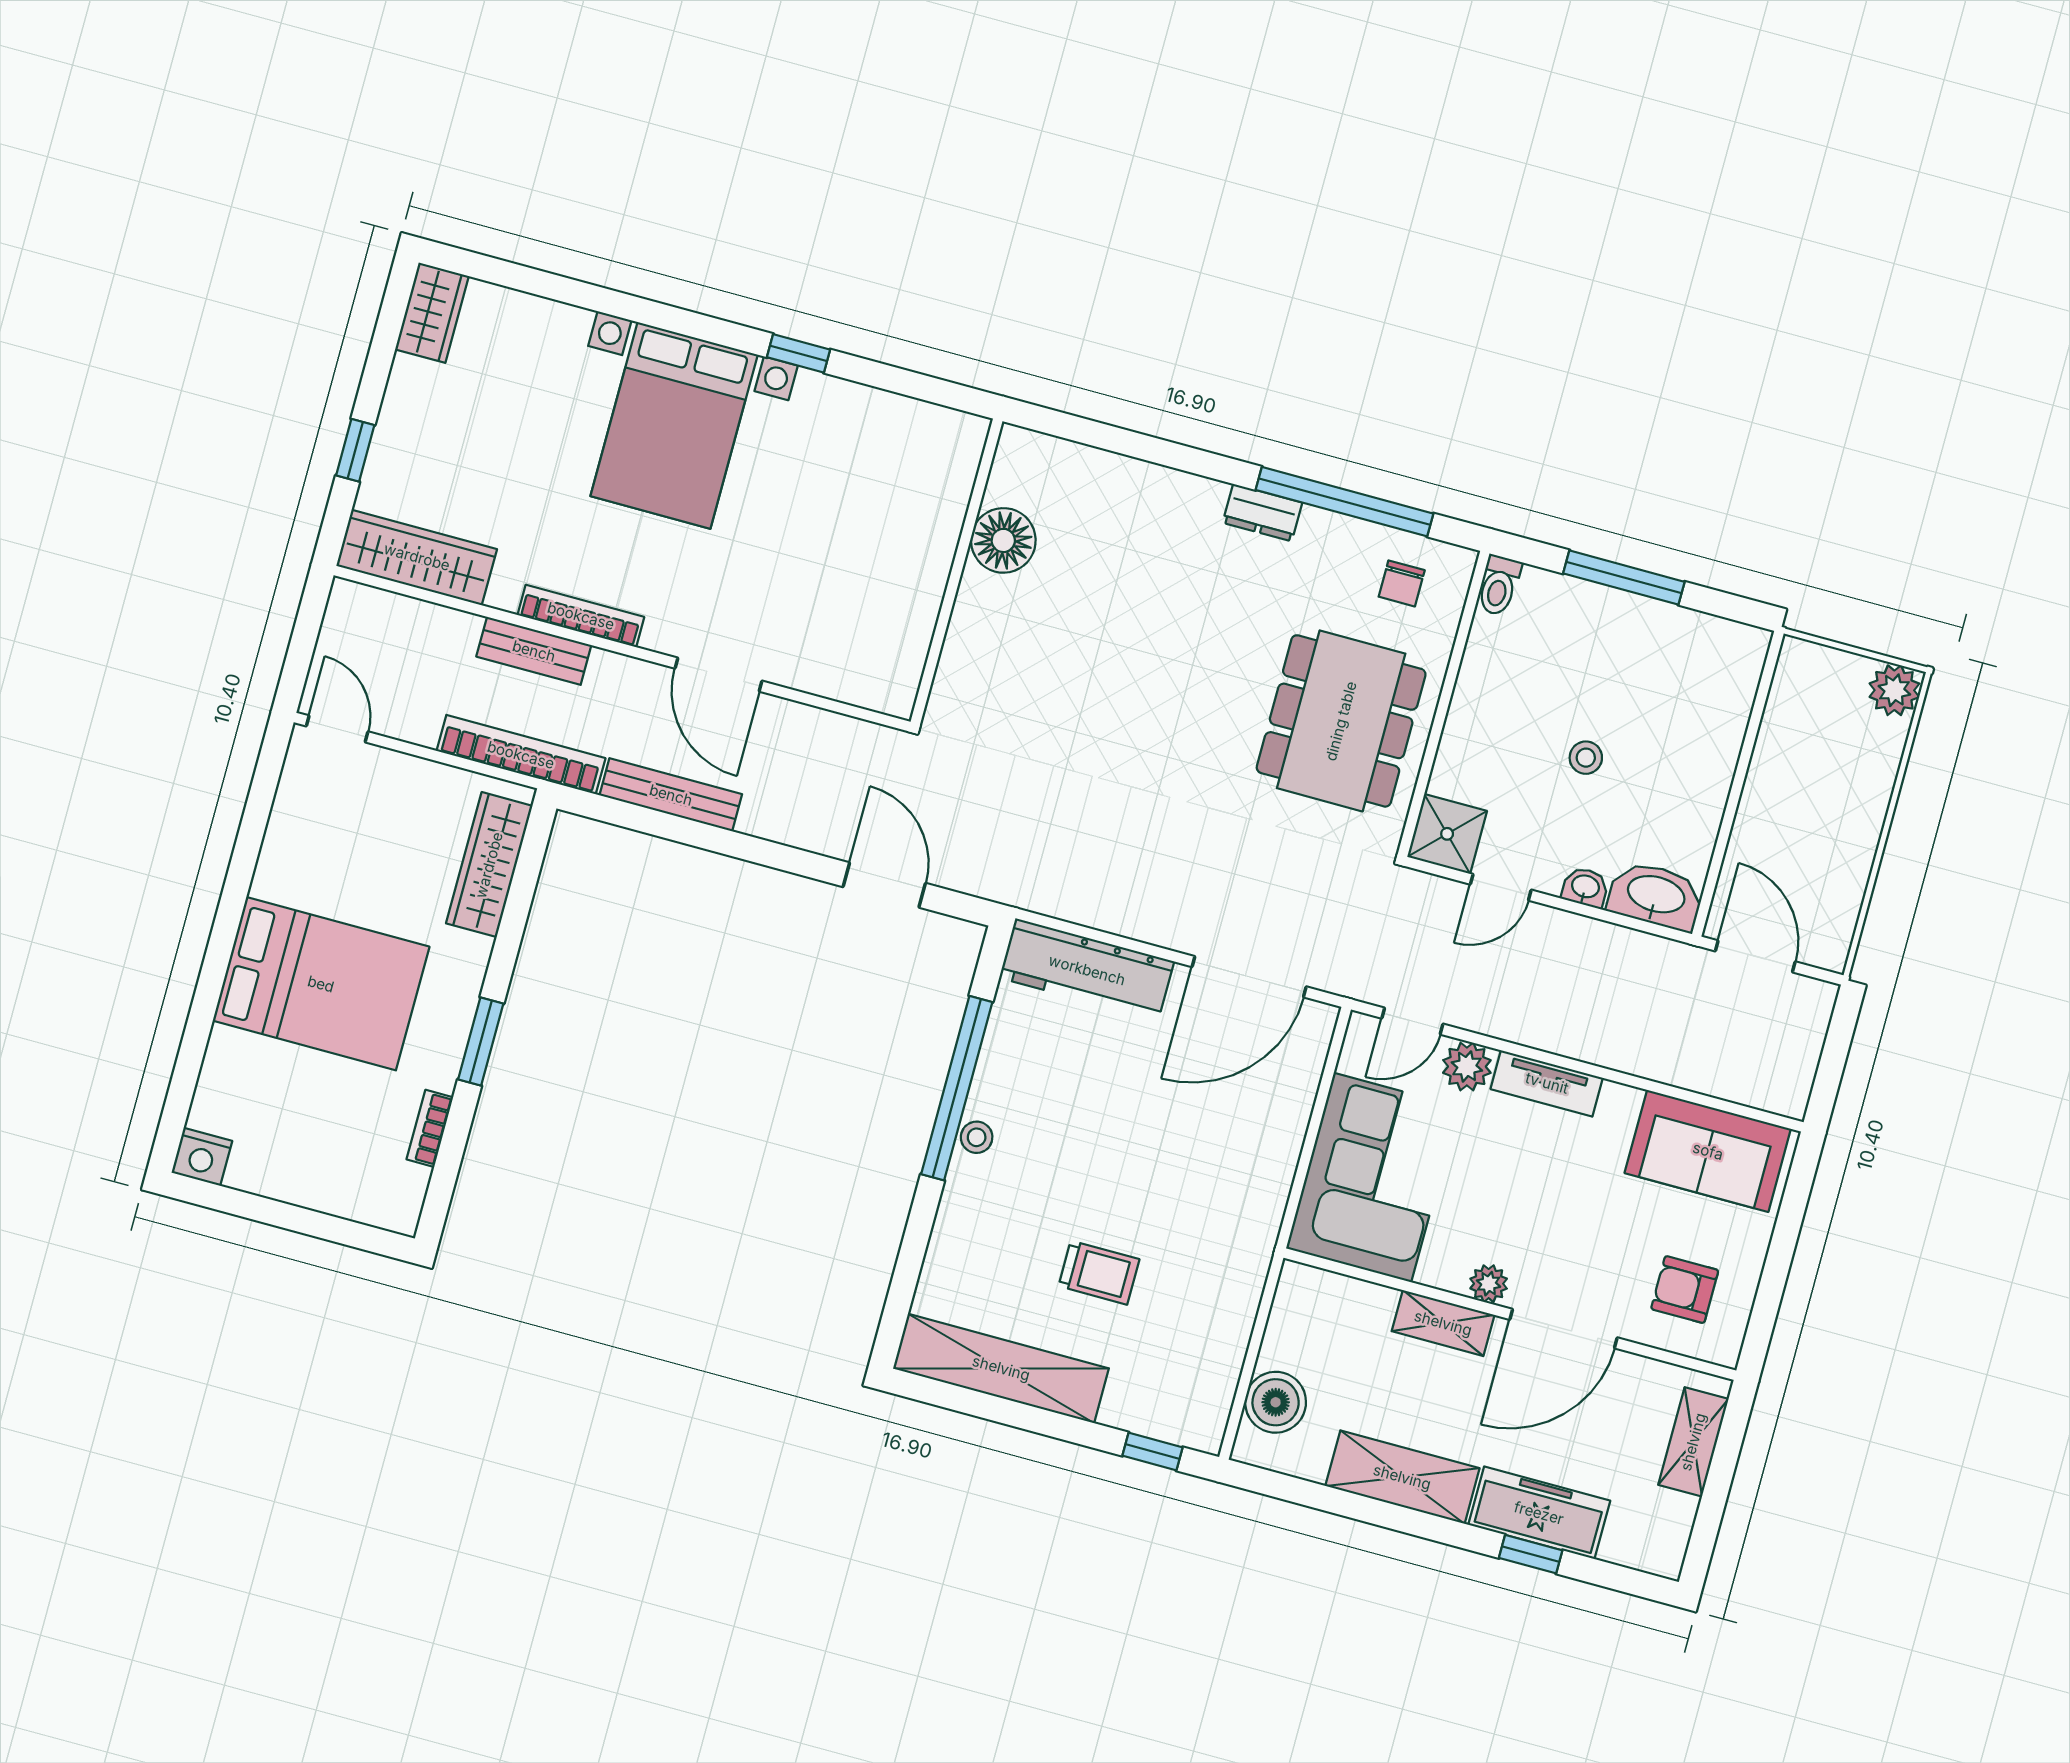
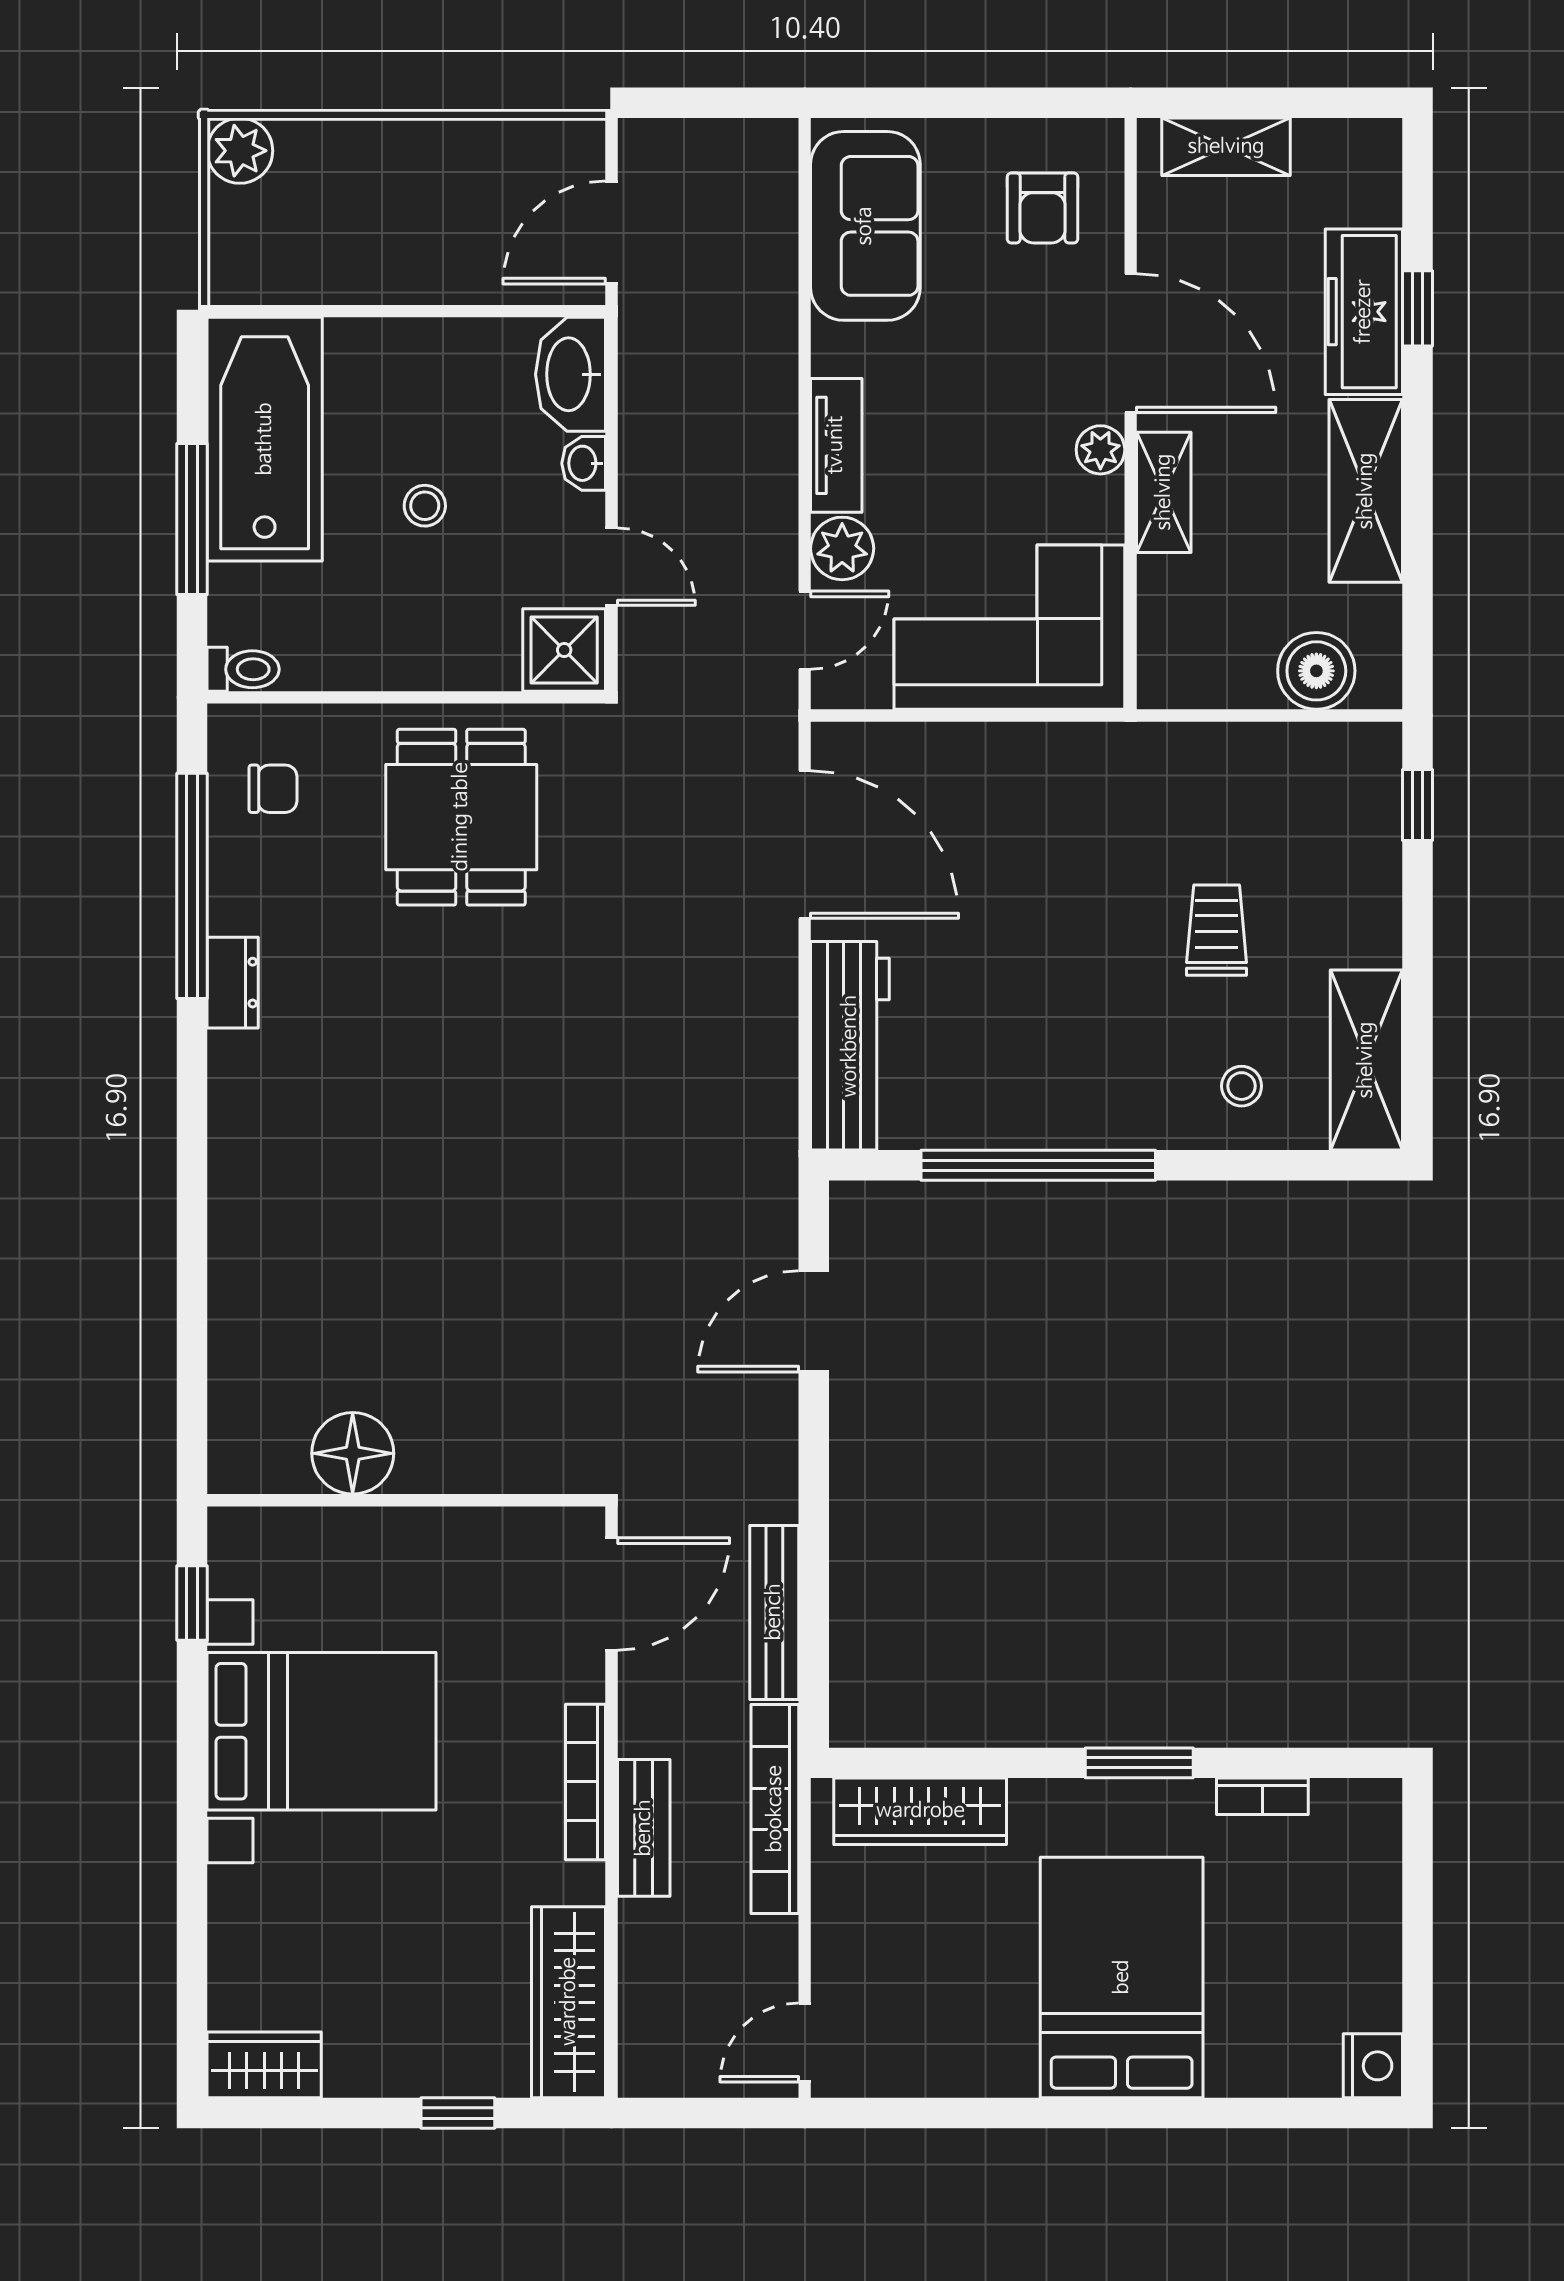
floor lamp: (1003, 540) -> (353, 1453), moved
wall: (956, 571) -> (406, 1500), moved
bathtub: (1670, 649) -> (265, 439), added
dining table: (1341, 721) -> (461, 817), width x0.73
door: (1412, 1021) -> (805, 630), hinge flipped
stool: (977, 1137) -> (1242, 1086), moved
shelving: (1001, 1368) -> (1366, 1060), width x0.68

